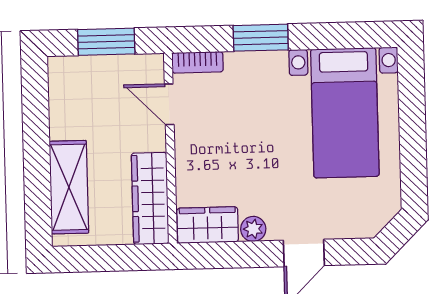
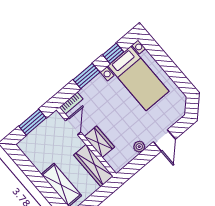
window: (337, 36) -> (113, 53), added
door: (169, 104) -> (73, 126), swing flipped
wardrobe: (208, 225) -> (99, 142), moved, turned 90

